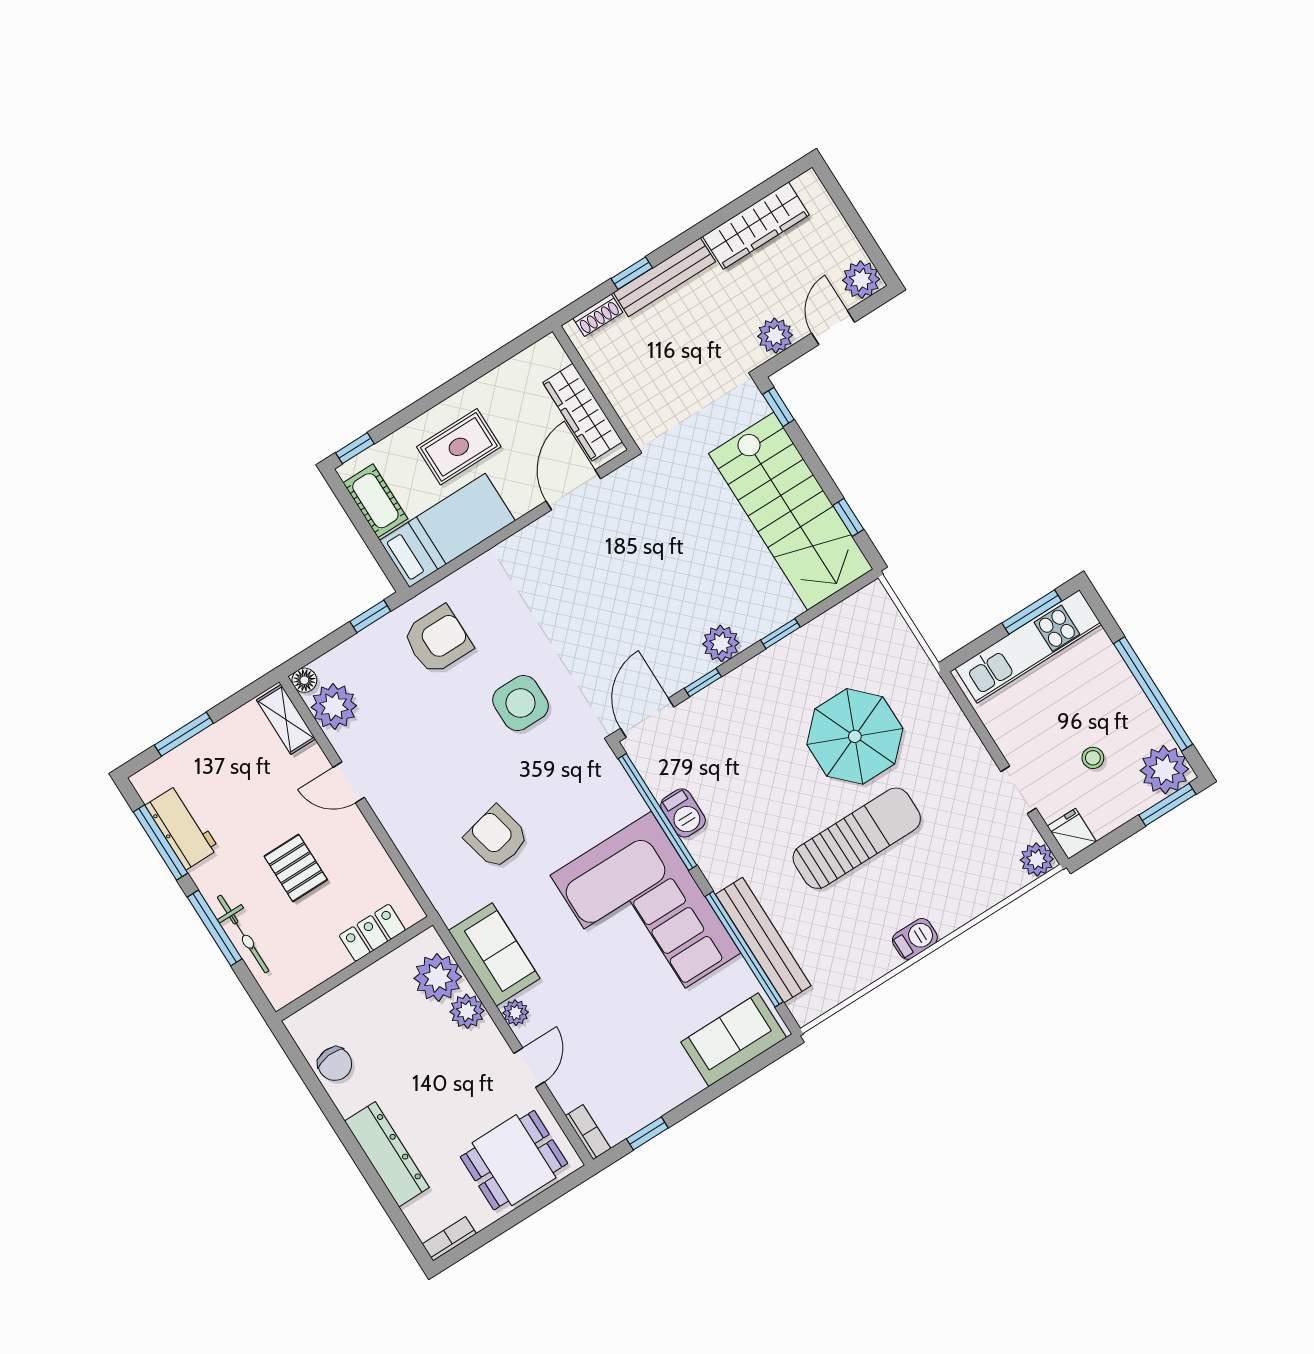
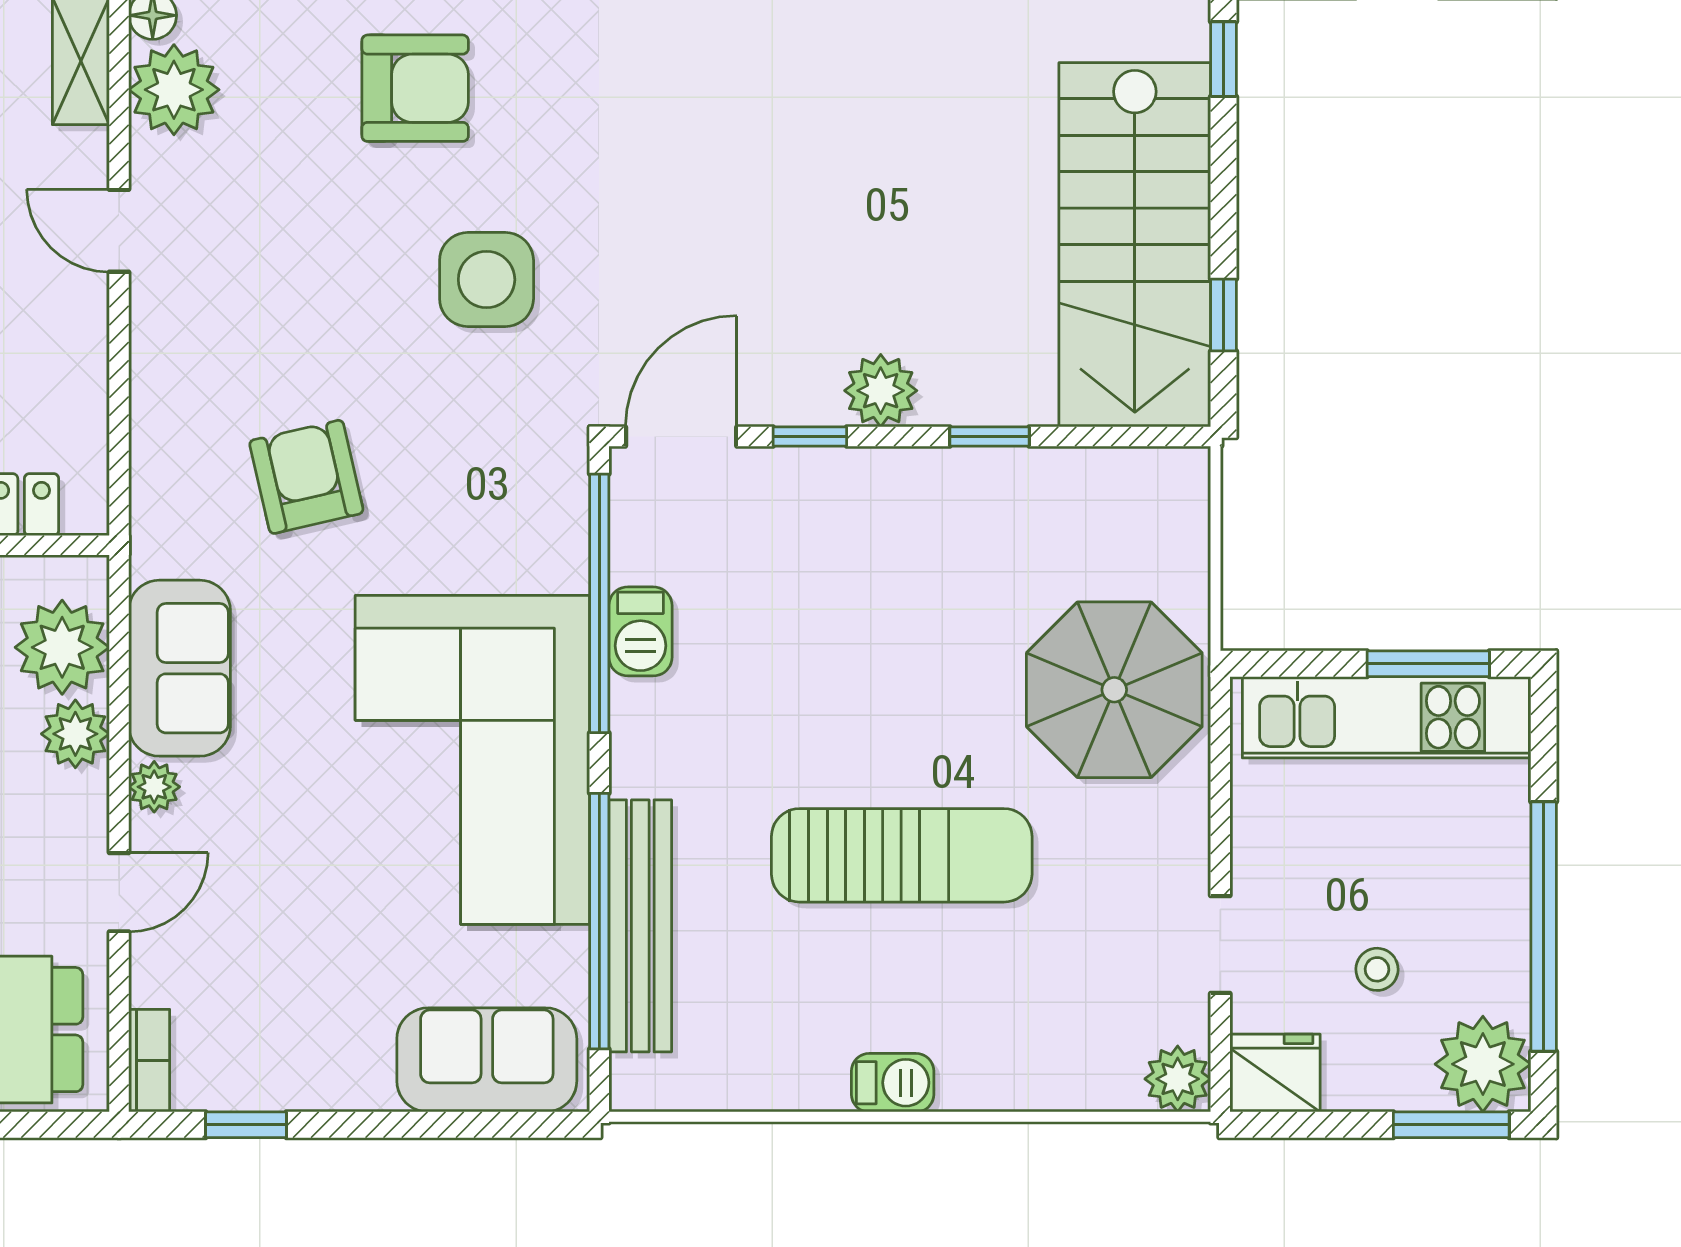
parasol: (855, 736) -> (1114, 690), moved
fridge: (1072, 834) -> (1275, 1073), width x1.38

